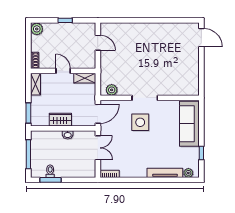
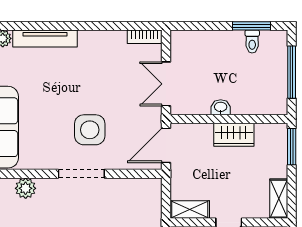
plant: (112, 90) -> (26, 188), moved

